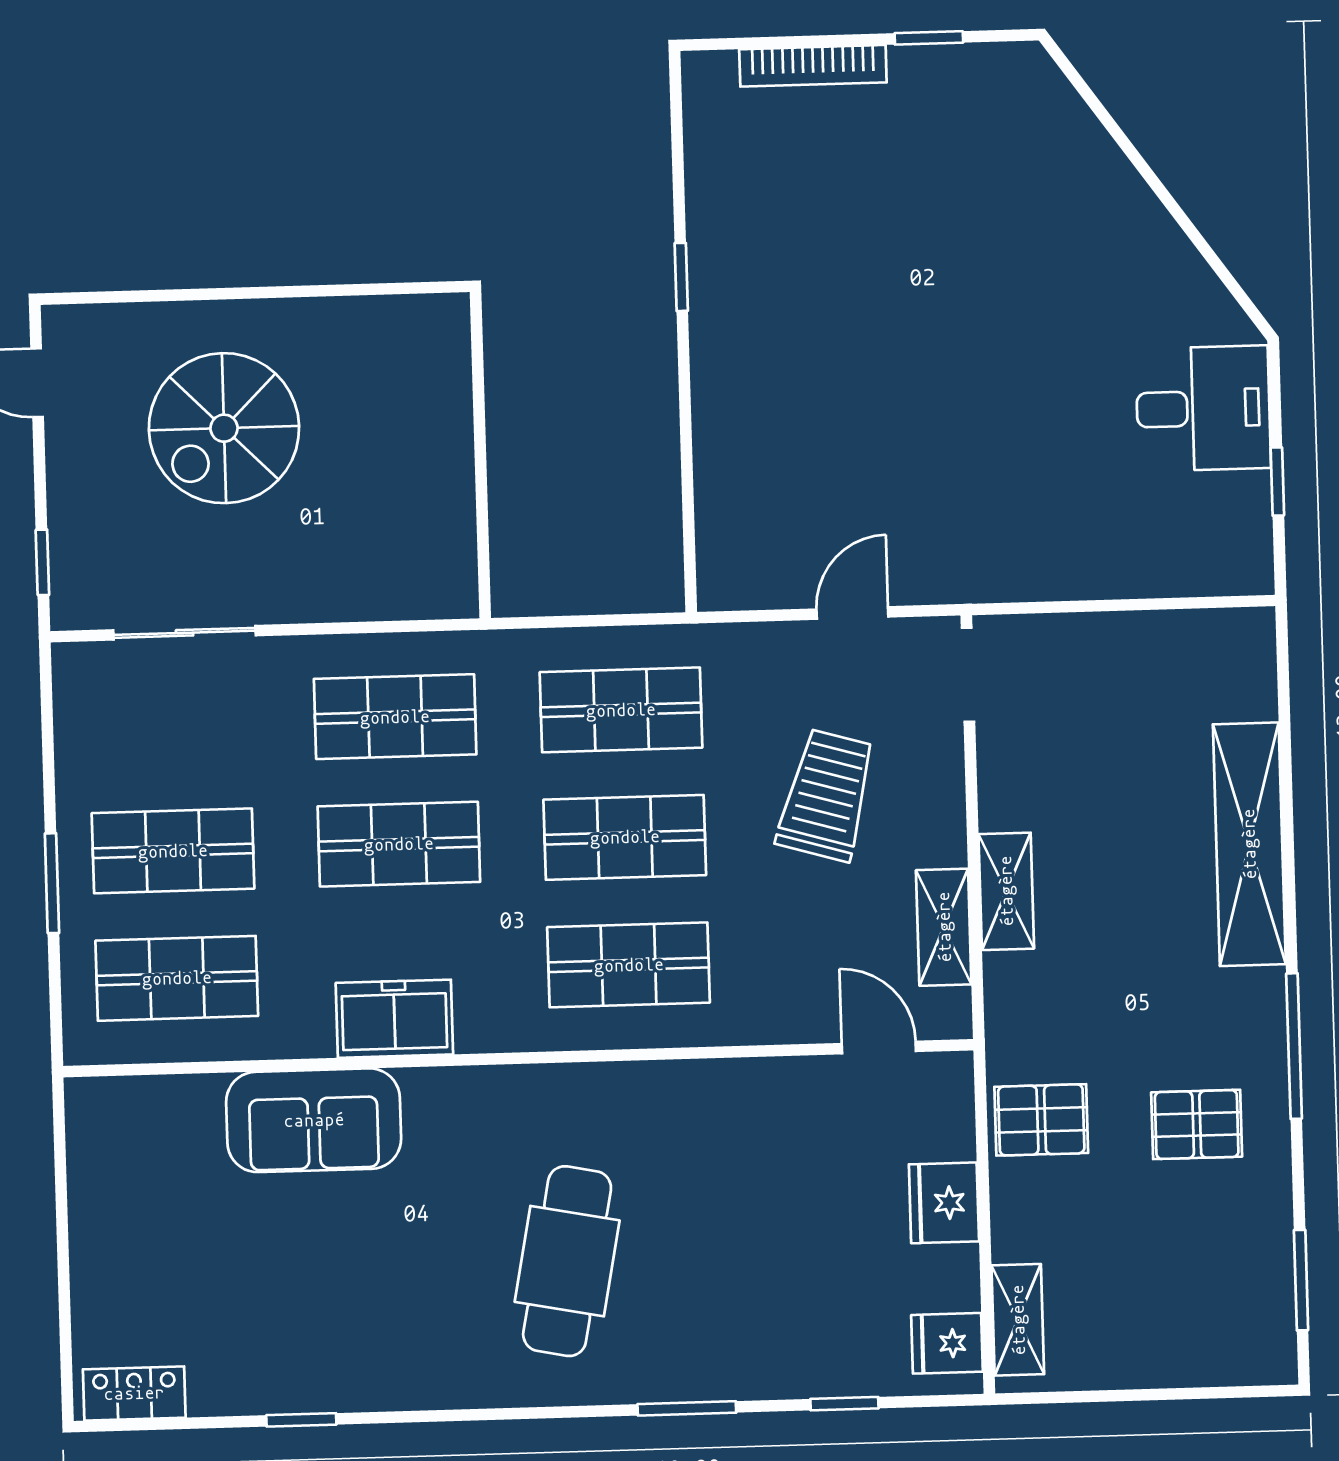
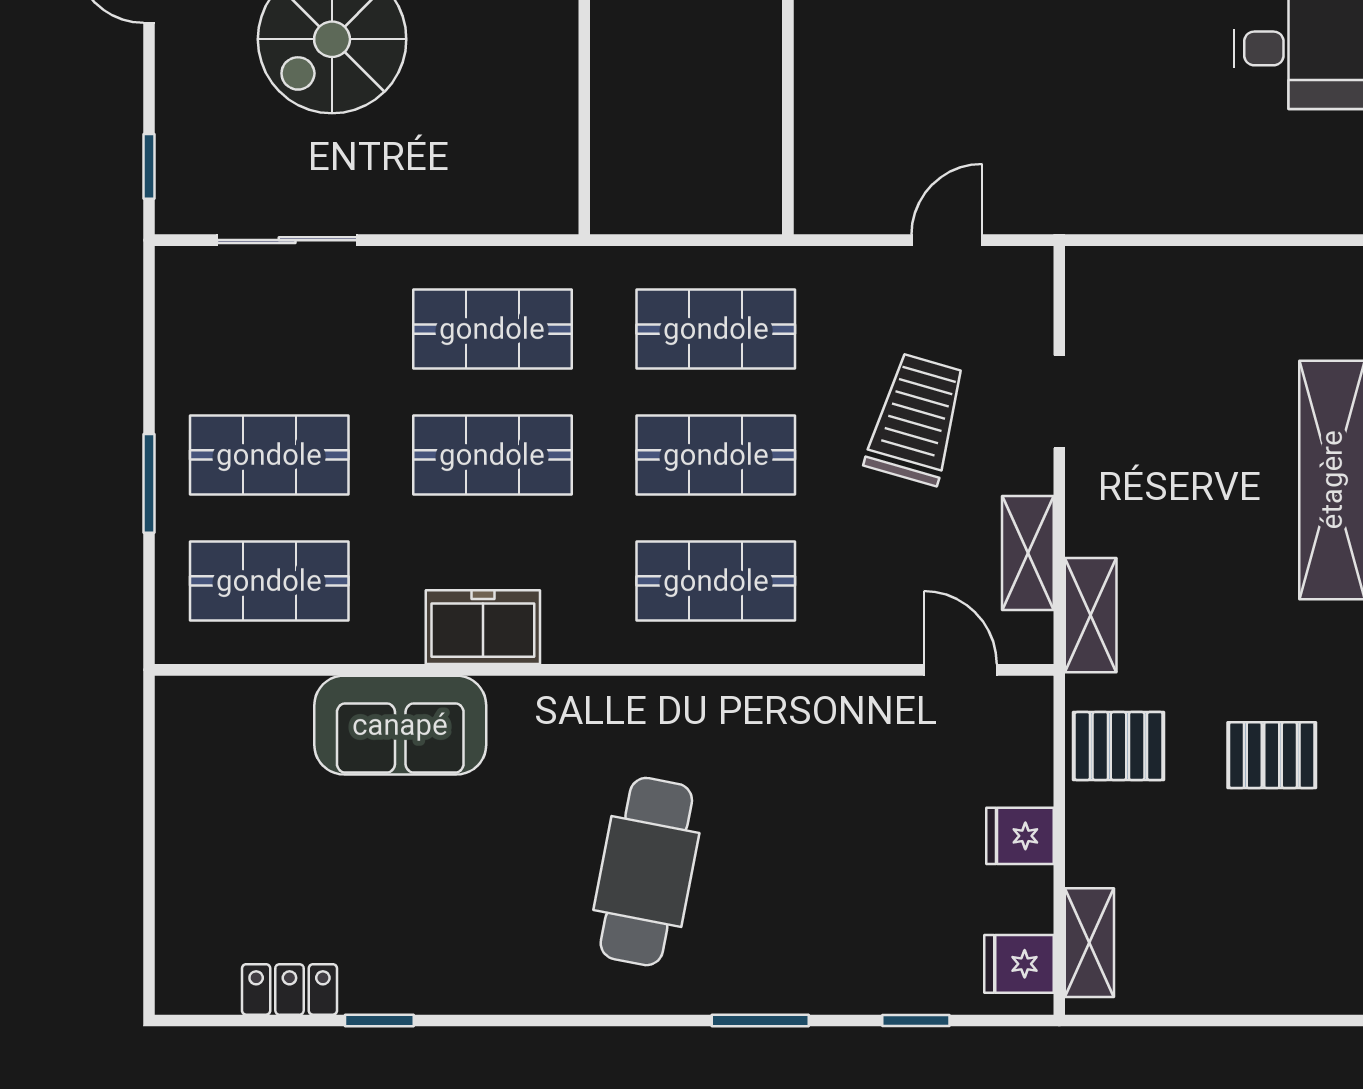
doorway: (968, 675) -> (1059, 402), moved
shelving: (1006, 891) -> (1091, 615), moved
fridge: (944, 1203) -> (1020, 836), width x0.72
locker: (134, 1393) -> (289, 989), moved

